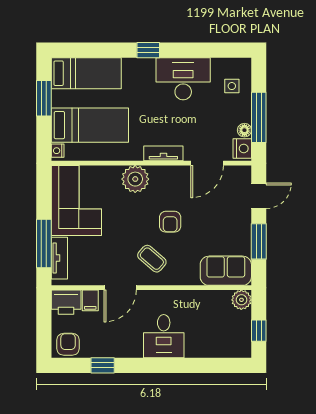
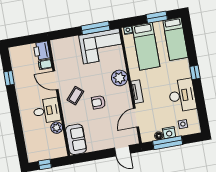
nightstand: (242, 148) -> (169, 133), moved
door: (207, 163) -> (136, 118), hinge flipped
window: (259, 241) -> (96, 155), removed
window: (44, 243) -> (96, 28), moved
tv unit: (59, 258) -> (66, 42), removed
plant: (241, 300) -> (57, 128), moved
desk: (164, 336) -> (47, 111), moved, turned 180
armchair: (68, 344) -> (18, 56), removed

